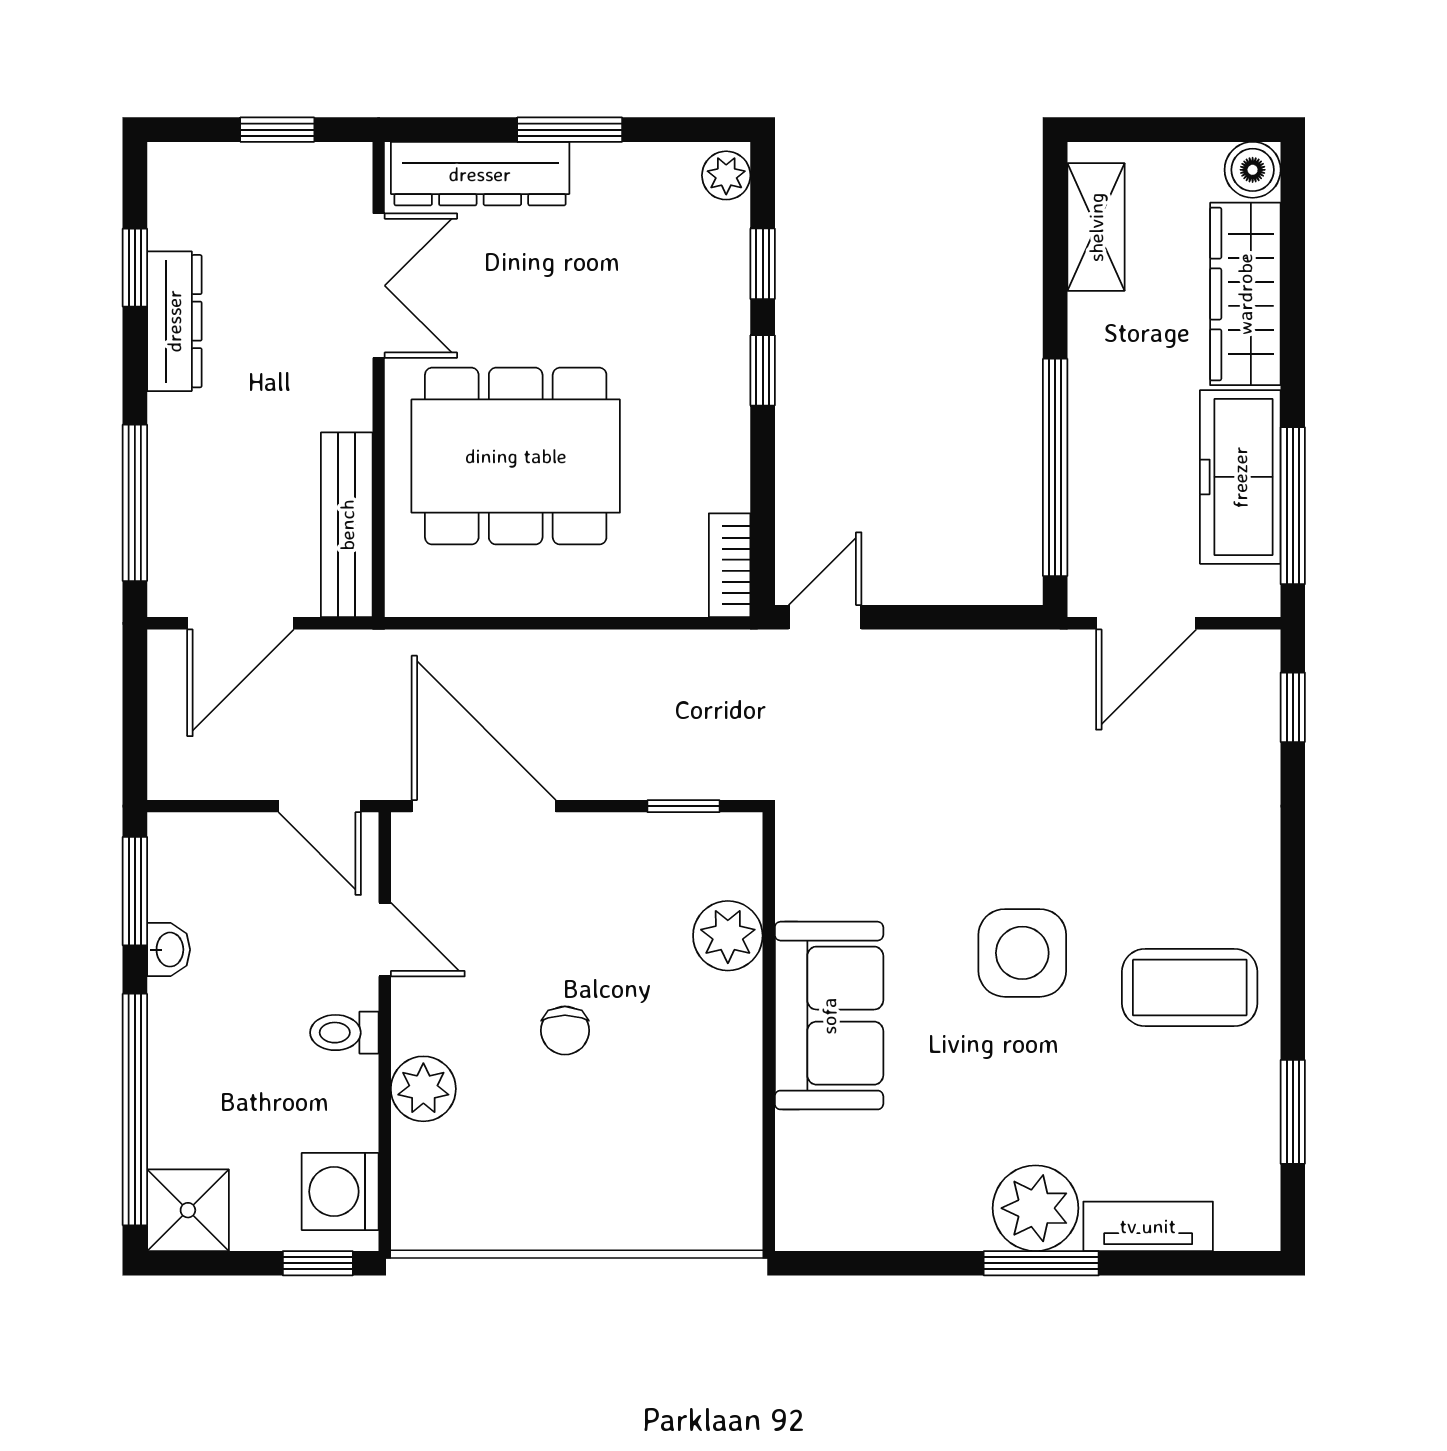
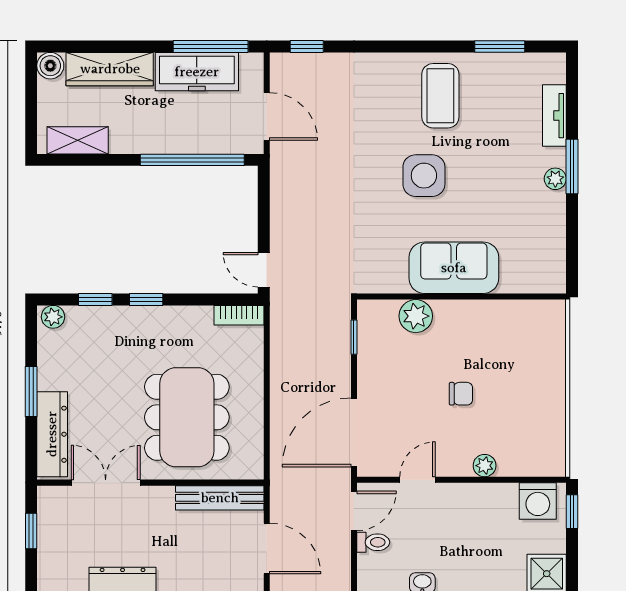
toilet: (344, 1033) -> (373, 542), moved, turned -90
plant: (423, 1089) -> (485, 466), width x0.73, depth x0.73
plant: (1036, 1208) -> (555, 179), width x0.53, depth x0.53

